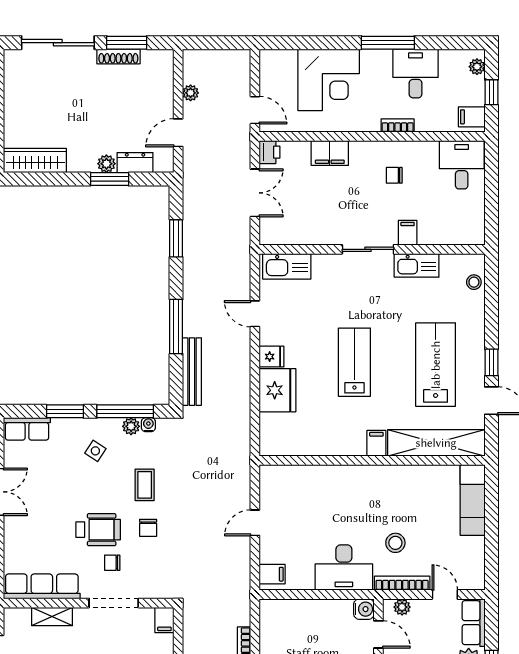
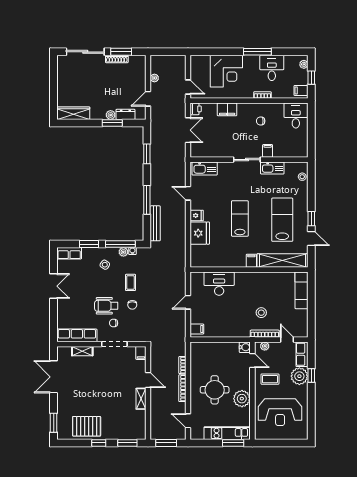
wheelchair: (98, 530) -> (106, 306), turned 180
desk: (344, 568) -> (219, 284), moved, turned 180

